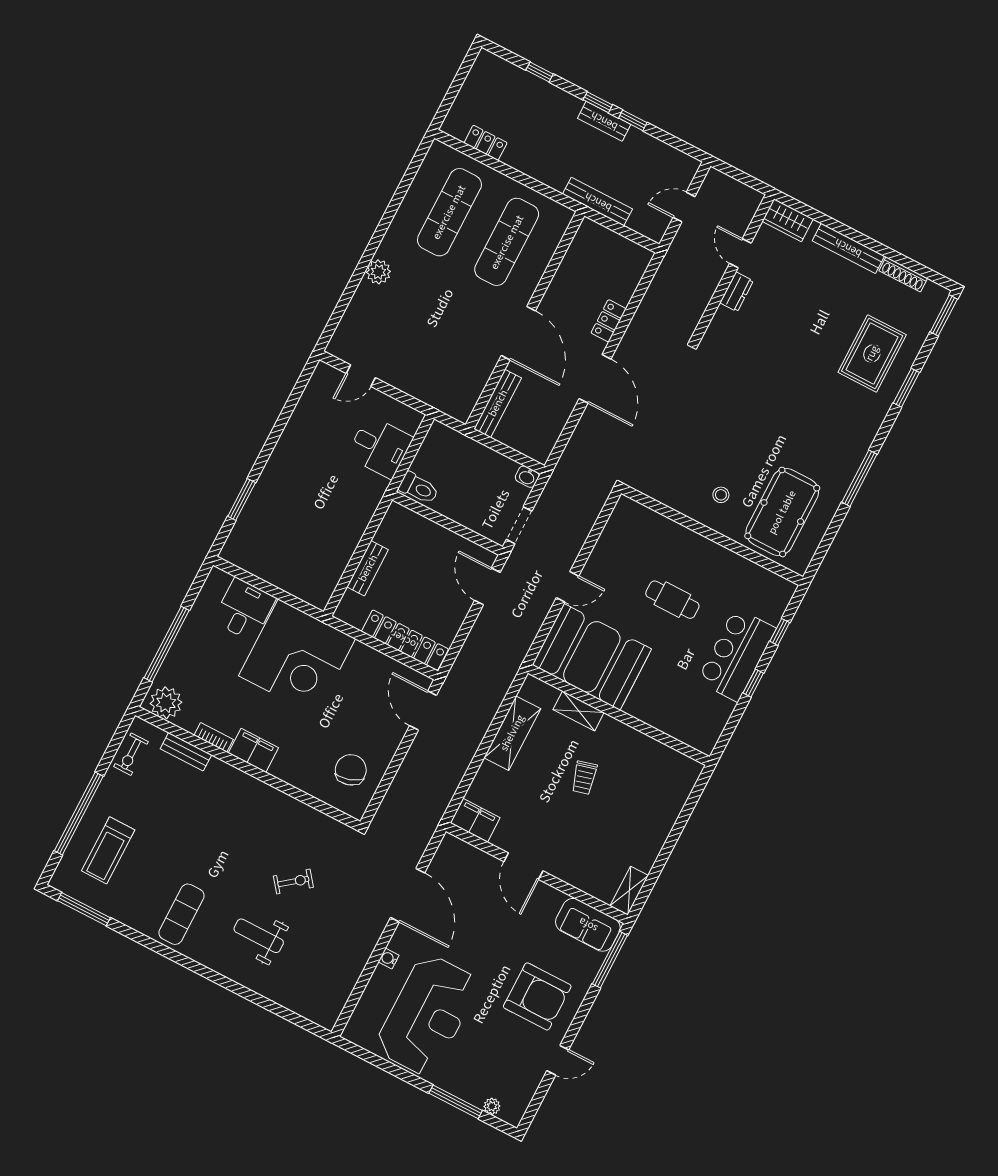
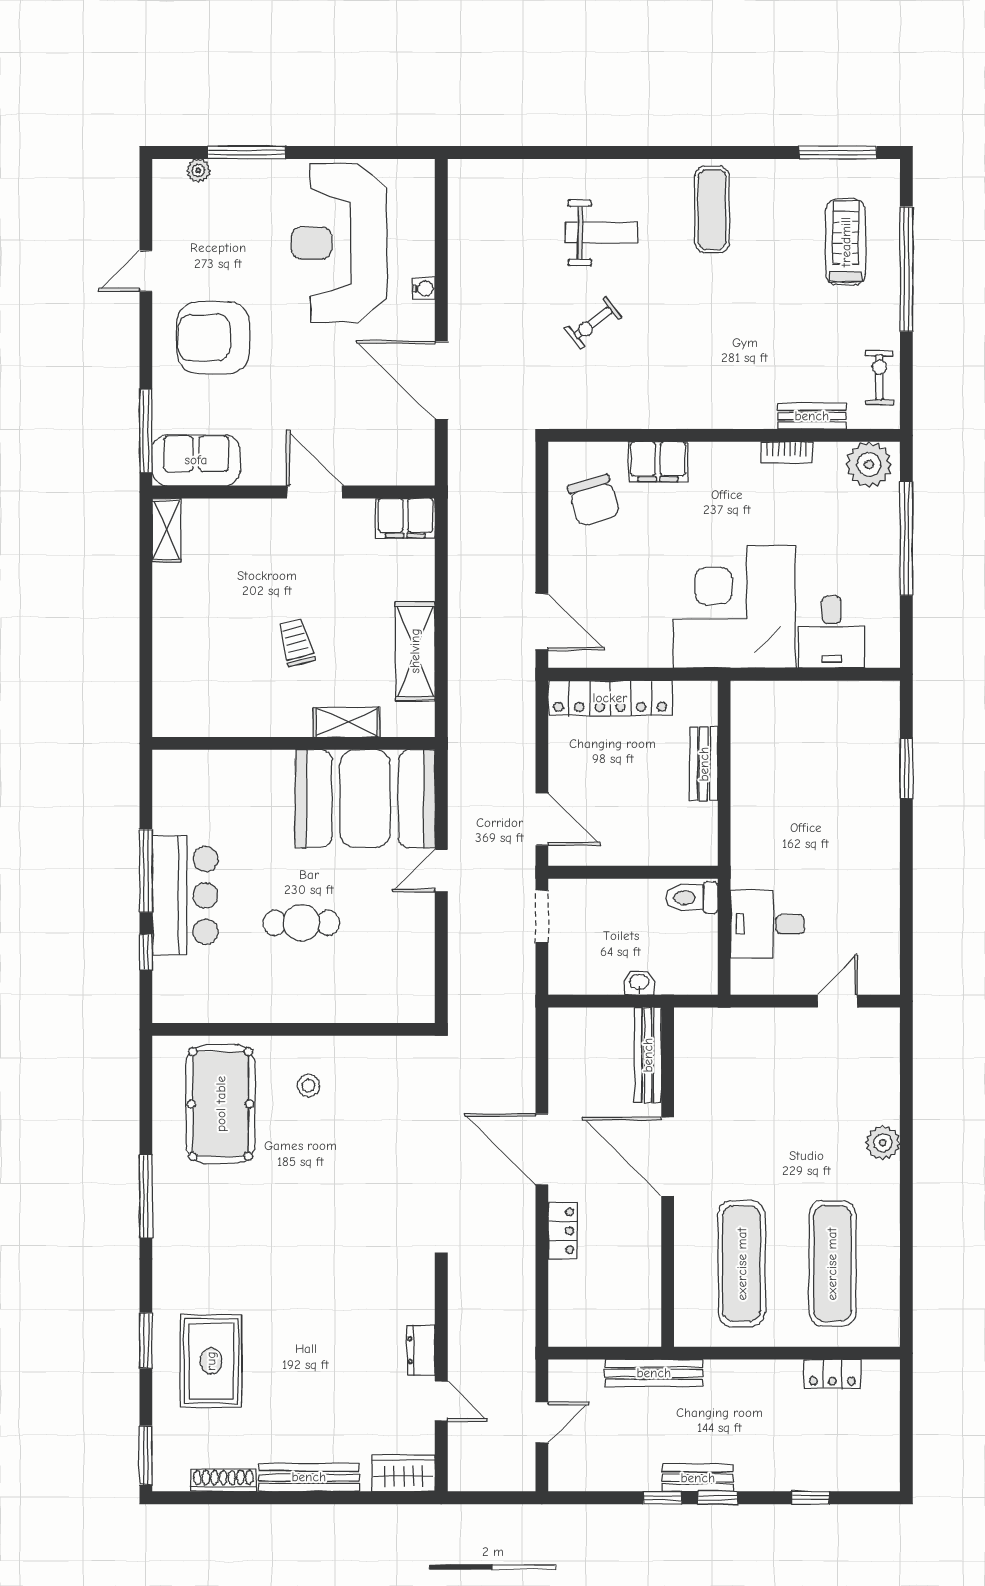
washbasin: (527, 477) -> (639, 983), moved
window: (753, 683) -> (146, 871), width x2.17
filing cabinet: (253, 750) -> (658, 462), moved

